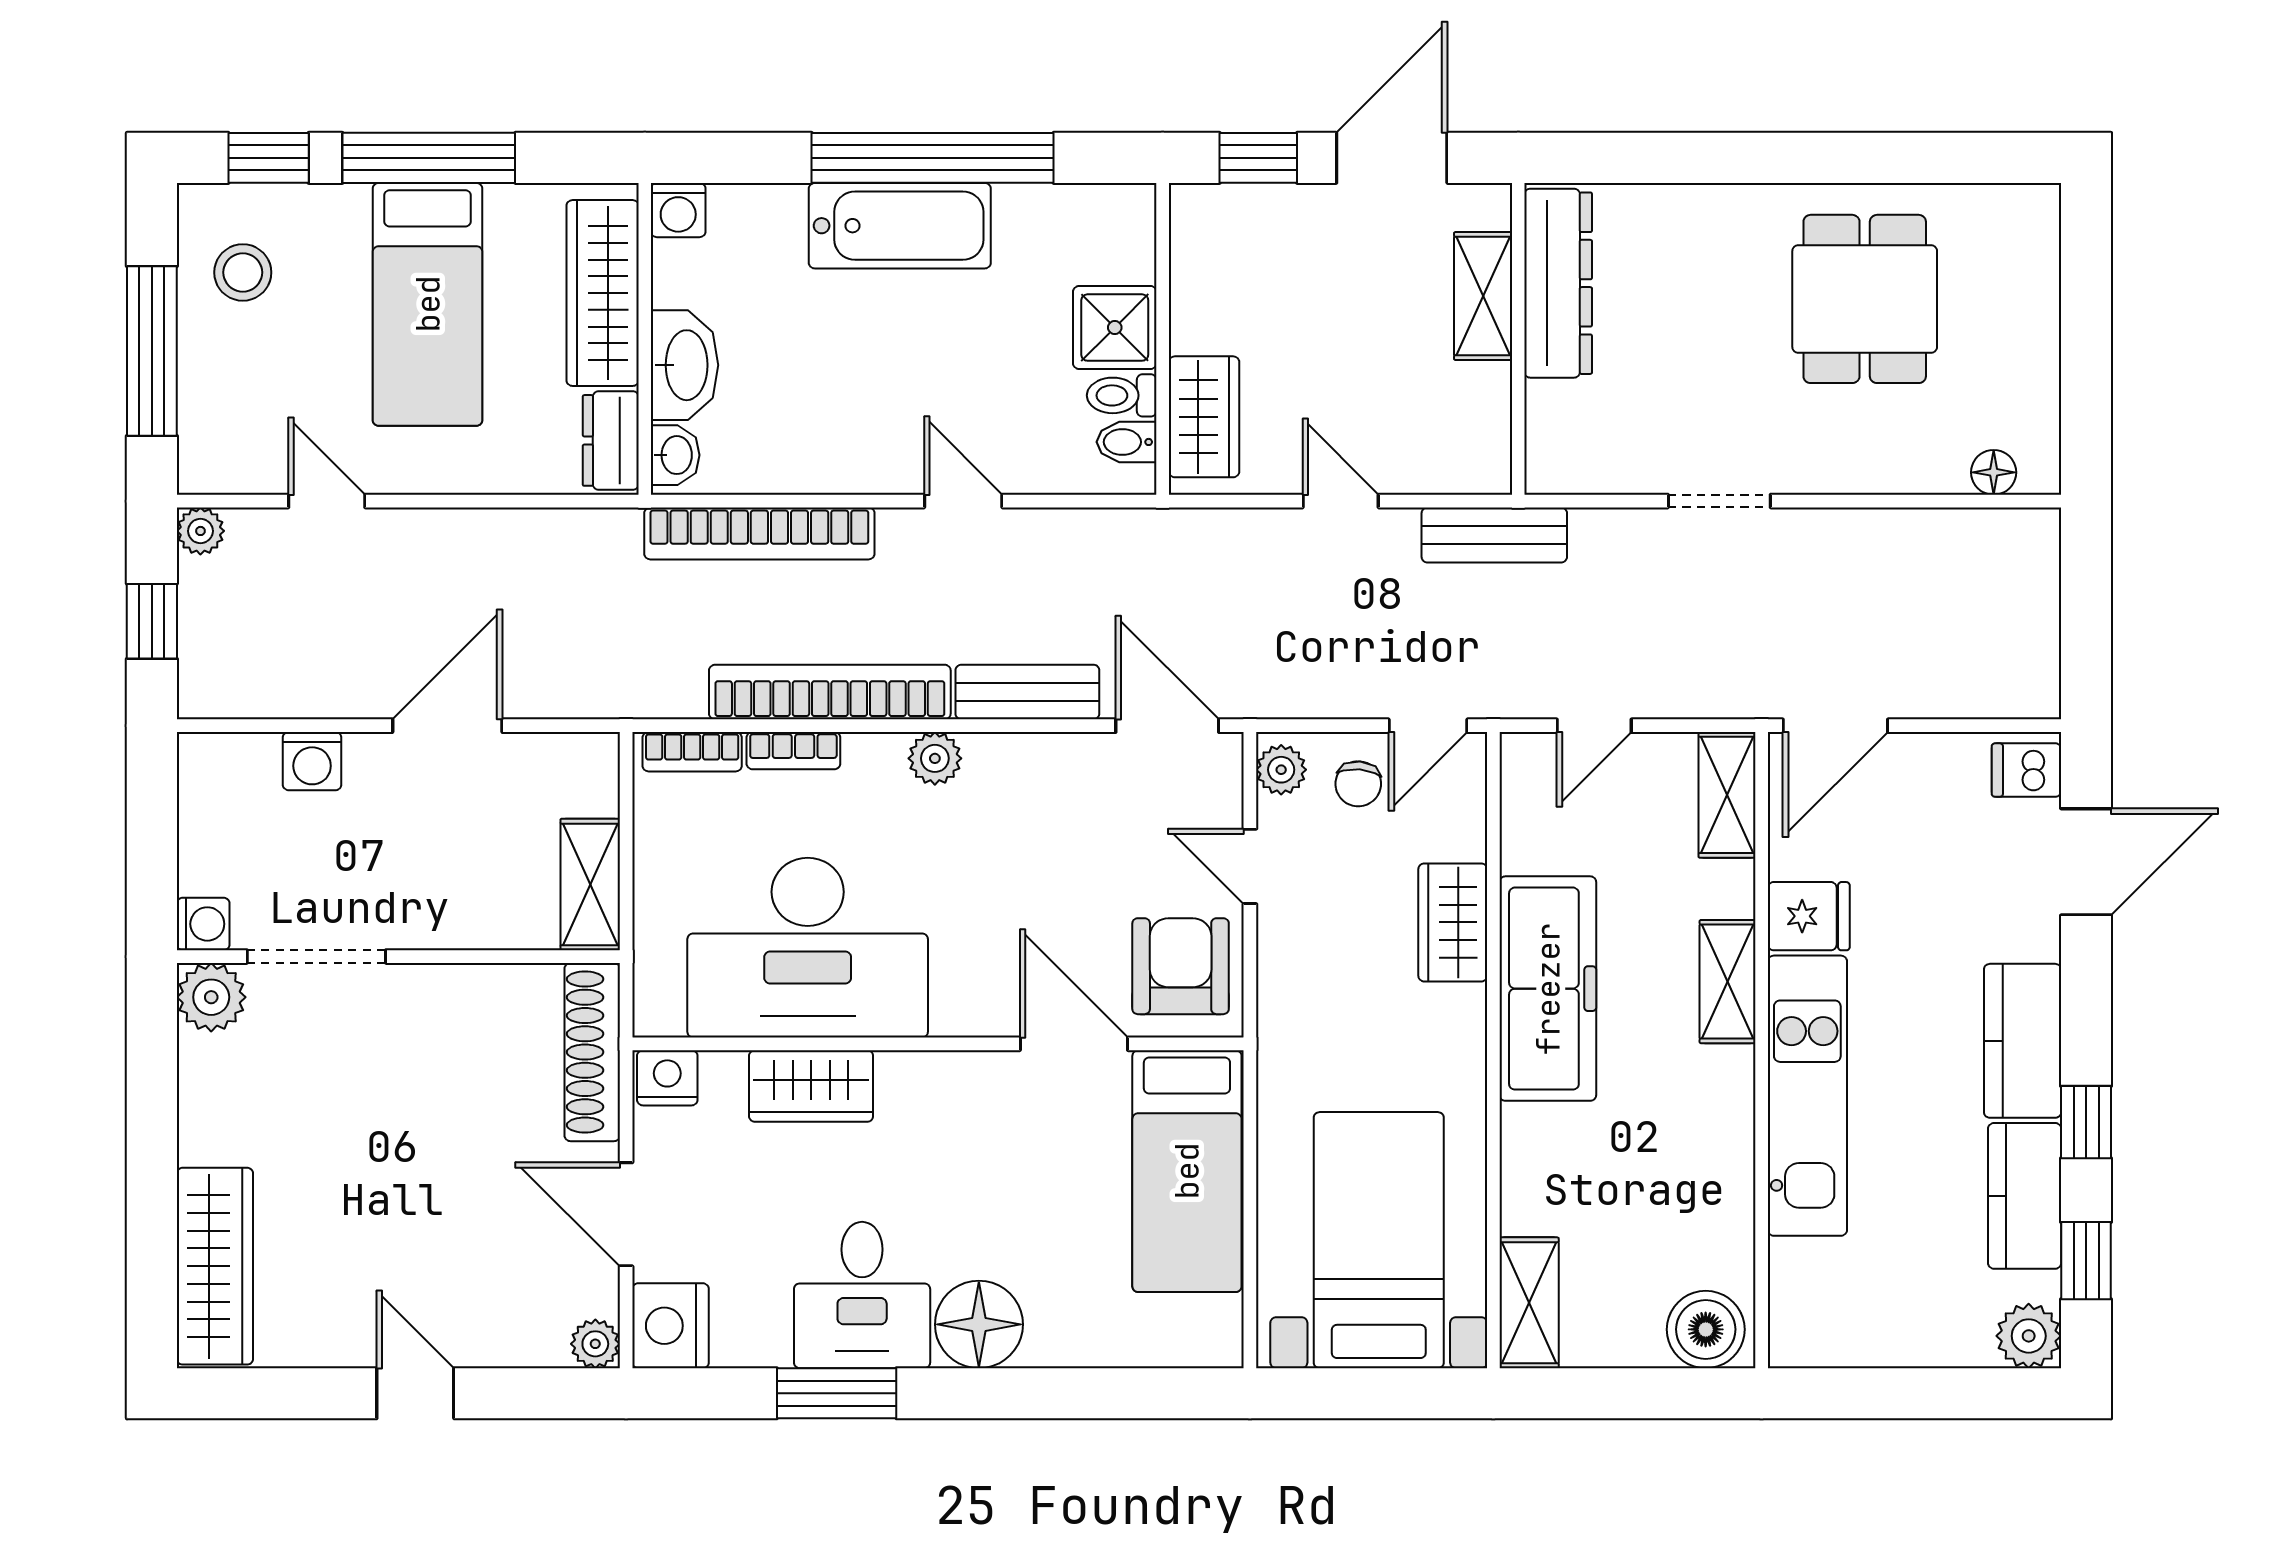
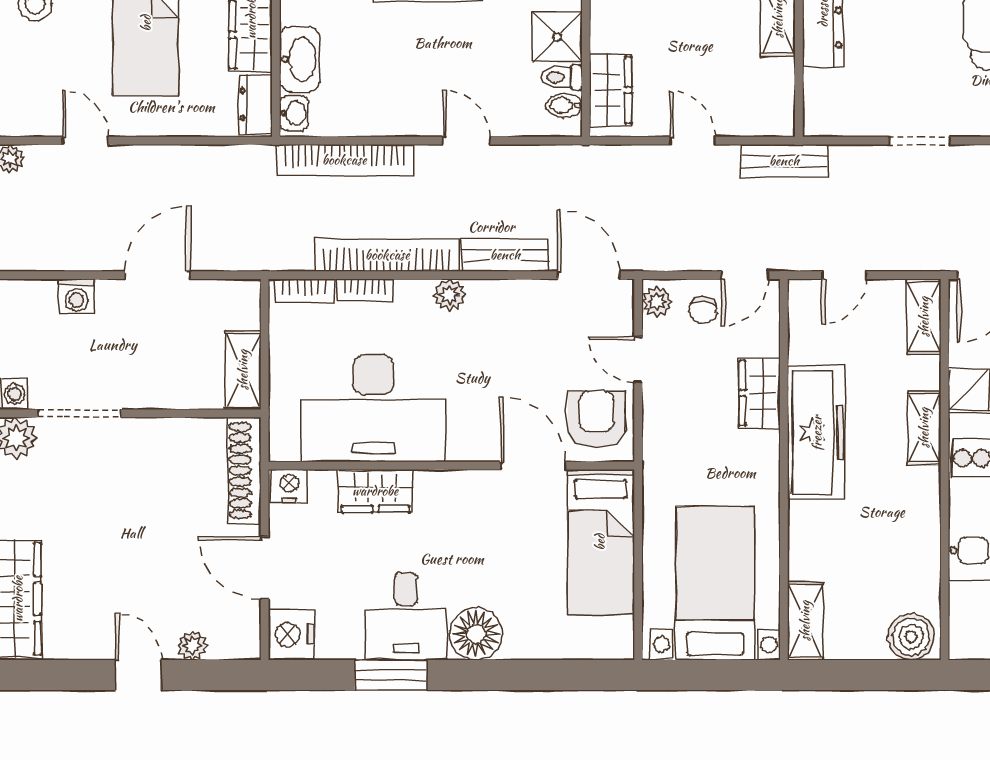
plant: (595, 1344) -> (192, 645), moved

